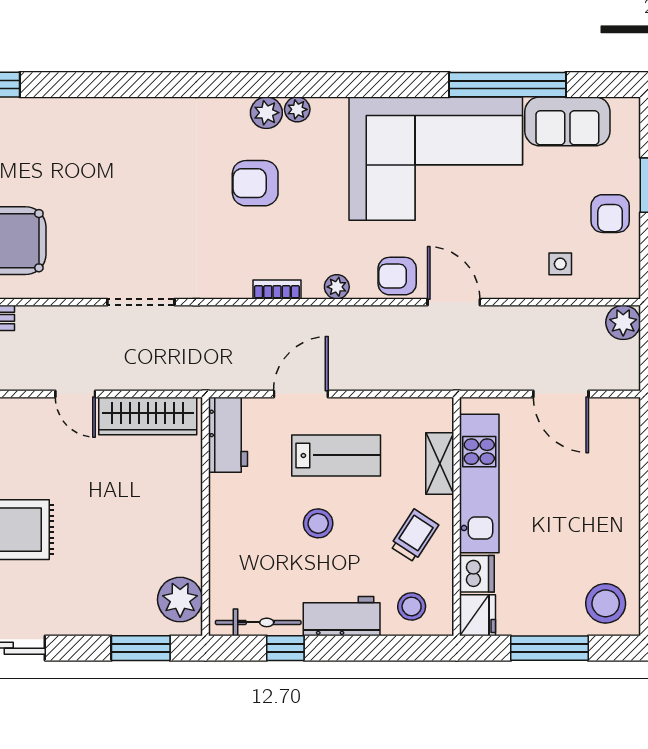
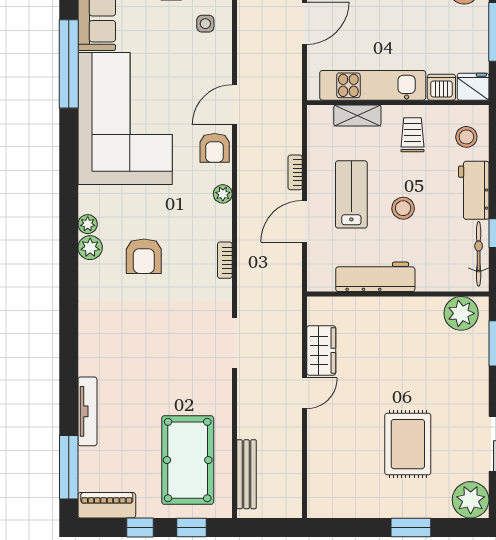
tv unit: (51, 109) -> (87, 411), added
bookcase: (277, 289) -> (225, 260), moved
bookcase: (365, 382) -> (295, 172), added
door: (301, 394) -> (304, 221), hinge flipped
wardrobe: (148, 416) -> (321, 350), width x0.67
workbench: (228, 435) -> (375, 277), moved, width x1.38
trolley: (414, 536) -> (412, 135), turned 57

